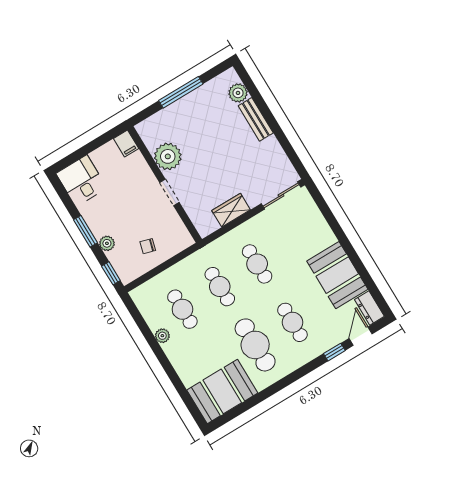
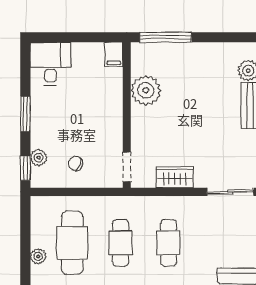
window: (181, 92) -> (166, 37), moved
doorway: (169, 192) -> (127, 167), moved
plant: (107, 243) -> (39, 158), moved
cafe table: (182, 309) -> (72, 243), width x1.37, depth x1.35

